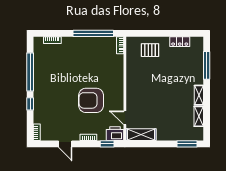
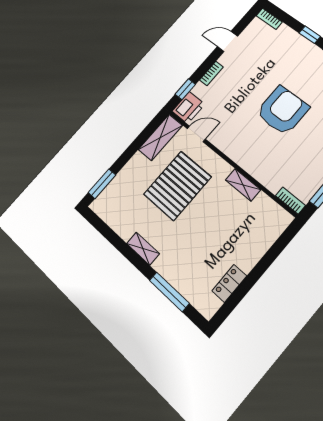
pallet: (150, 50) -> (177, 186), moved, width x2.05, depth x2.00
armchair: (91, 100) -> (282, 110), moved
shelving: (199, 116) -> (243, 185), moved

